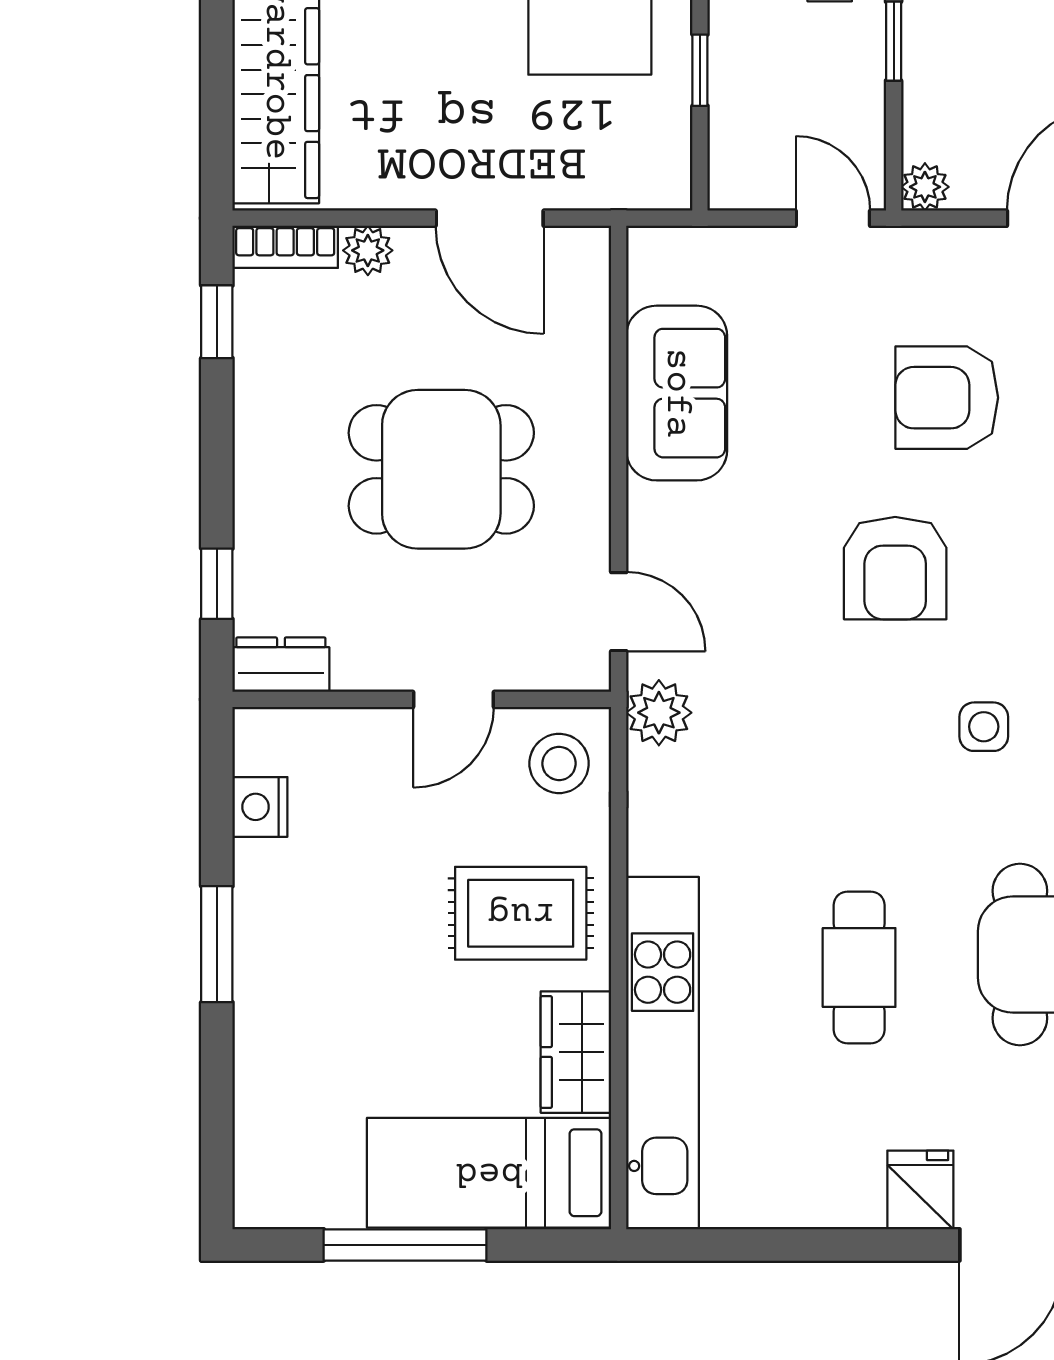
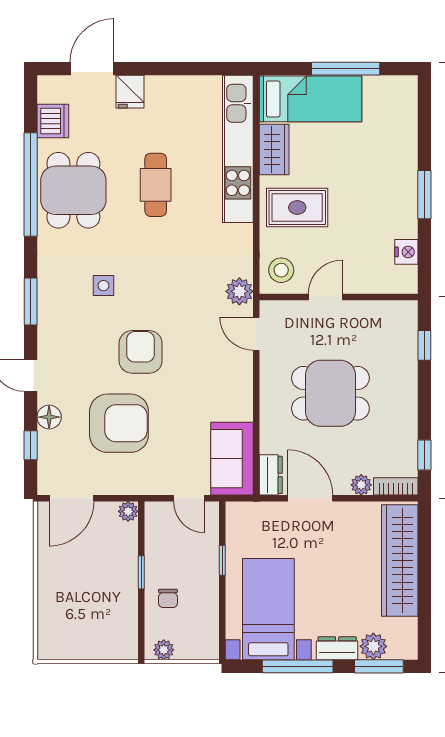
door: (833, 218) -> (189, 498), moved
sofa: (677, 393) -> (232, 459), moved
armchair: (947, 398) -> (119, 423), width x1.36, depth x1.36
dresser: (281, 665) -> (271, 475), moved, turned -90

